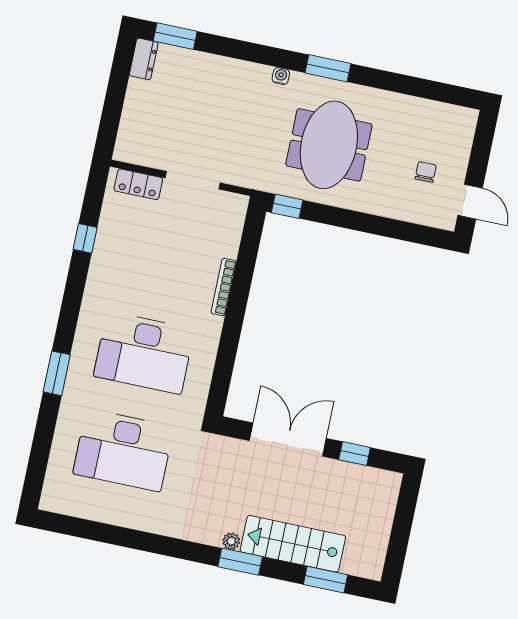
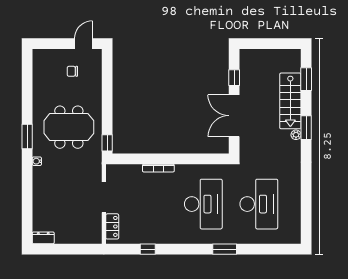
window: (175, 36) -> (27, 223), removed

